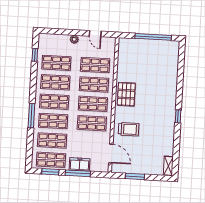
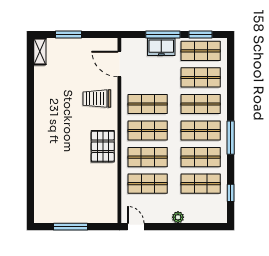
door: (95, 34) -> (136, 227), moved
window: (153, 37) -> (70, 227), width x0.68
window: (31, 115) -> (231, 138), moved
window: (178, 116) -> (30, 120), removed
window: (135, 176) -> (68, 35), moved

